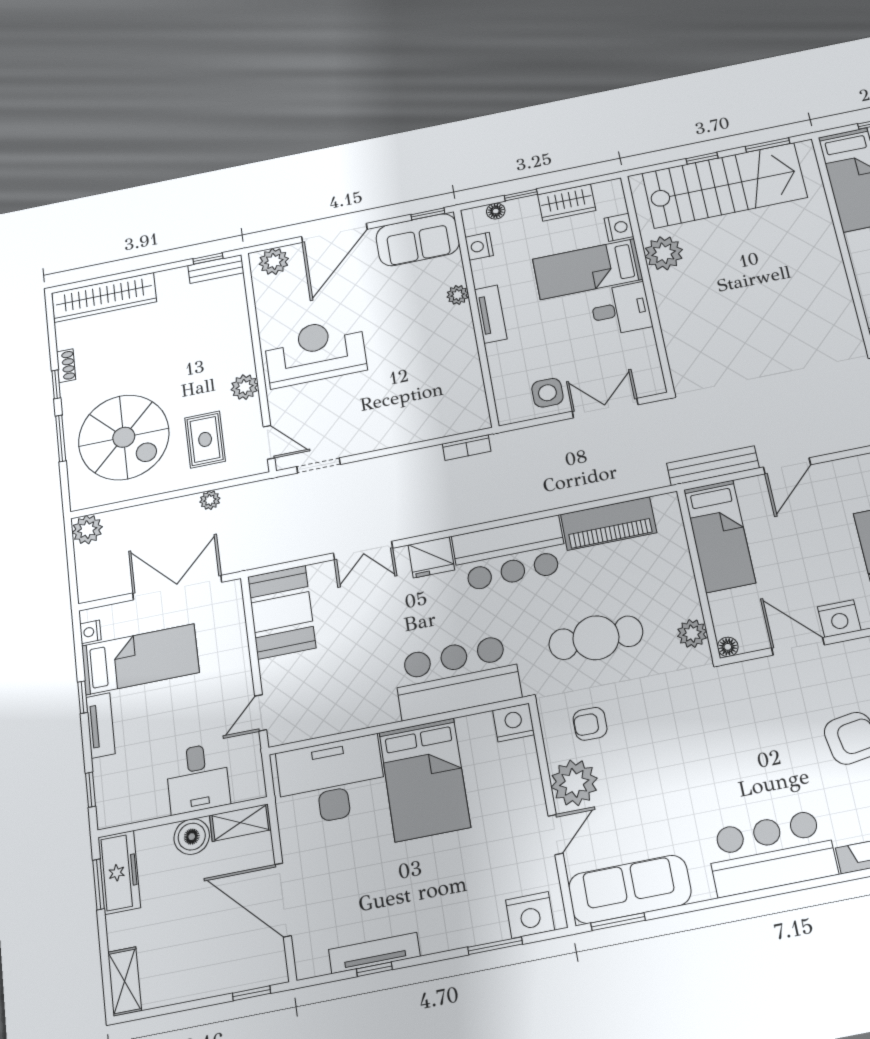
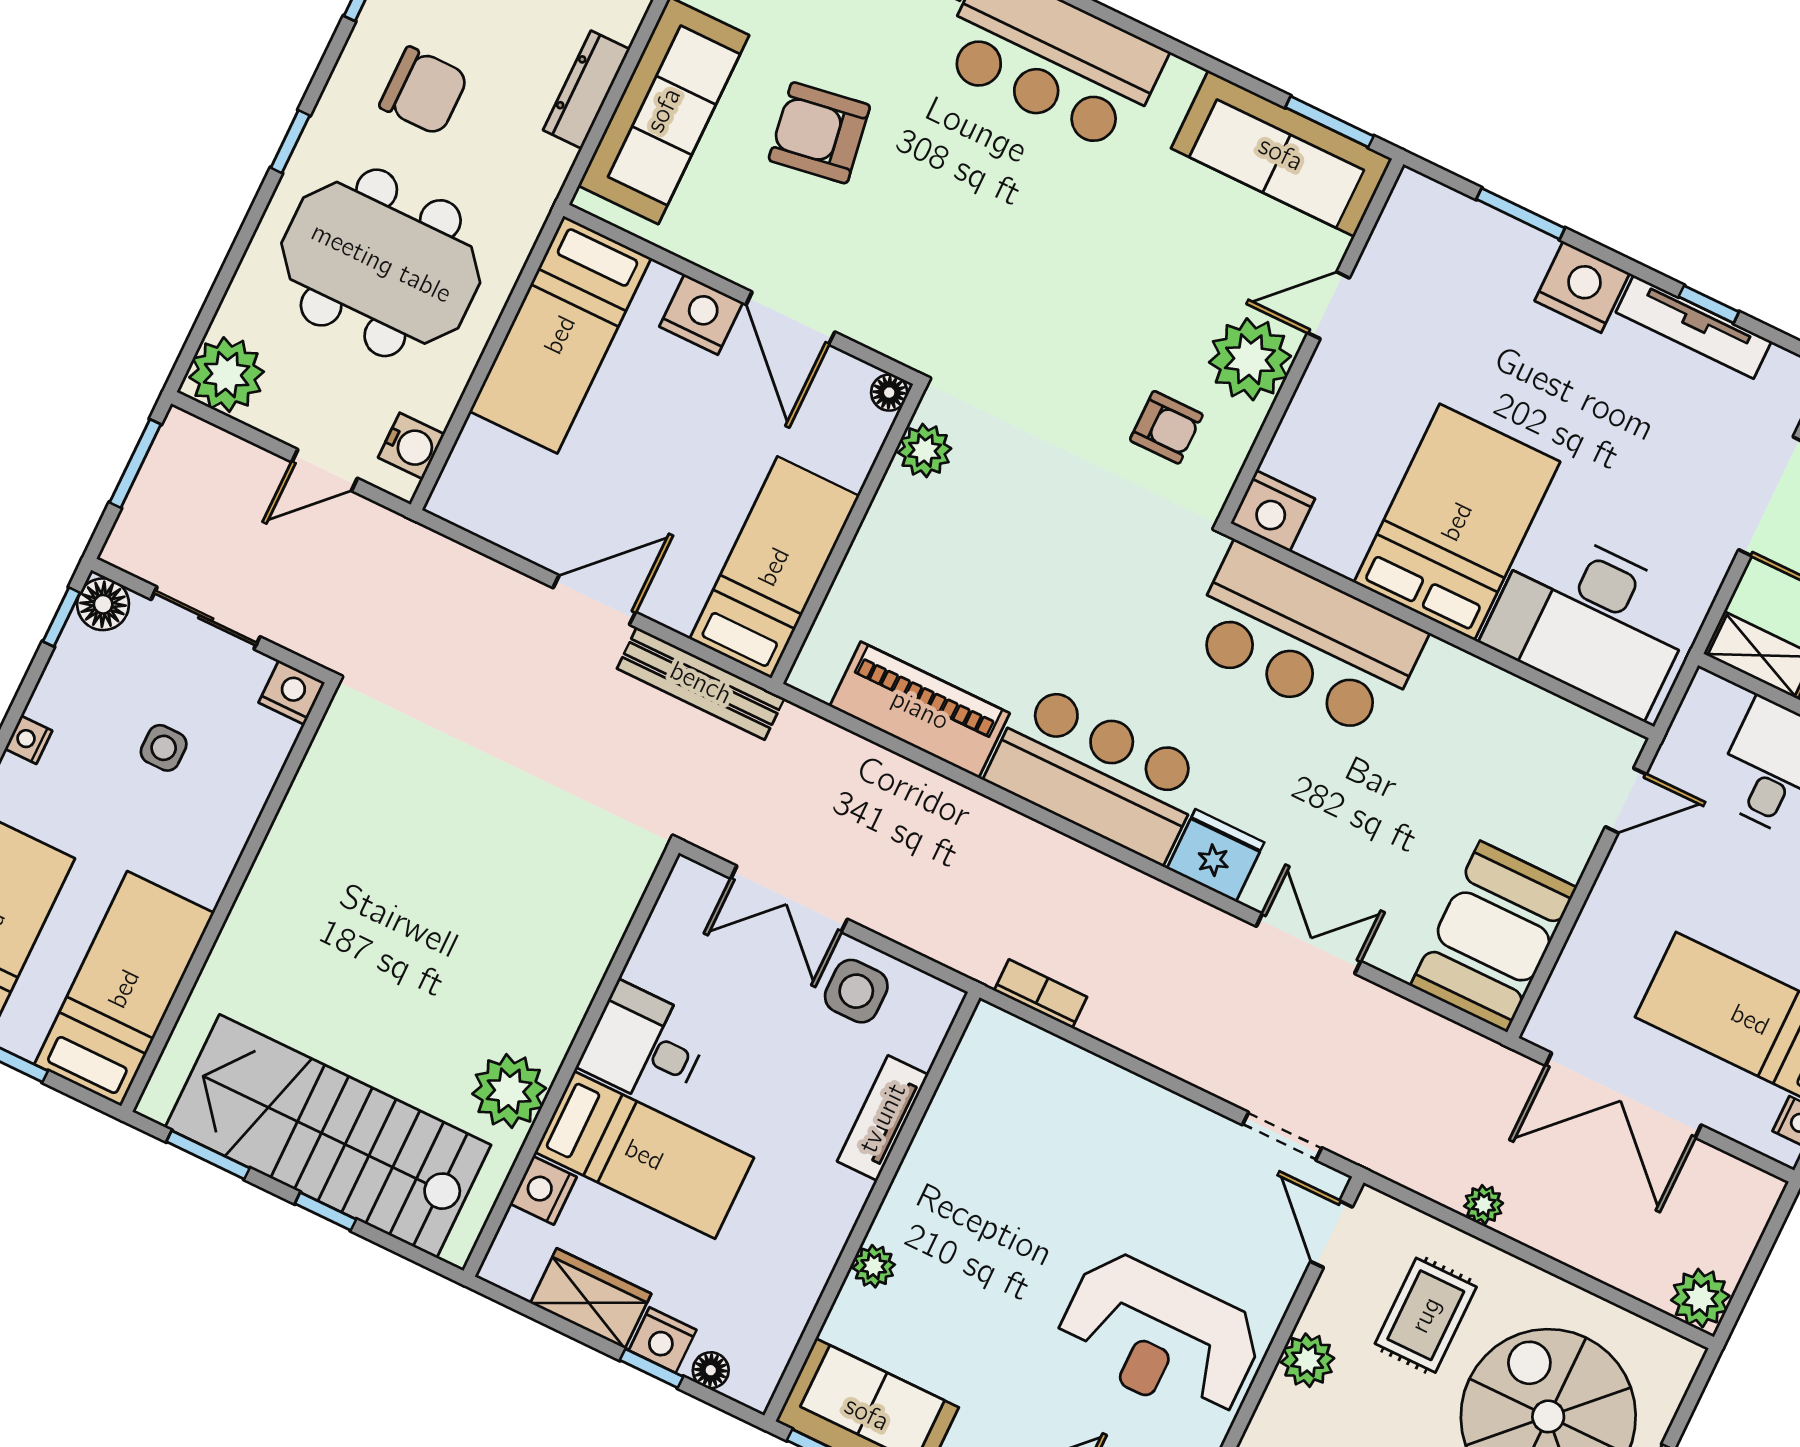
nightstand: (479, 246) -> (663, 1340), moved, turned 90
tv unit: (491, 314) -> (883, 1118), moved
cafe table: (596, 638) -> (1065, 548), removed
nightstand: (530, 915) -> (1582, 287), moved

